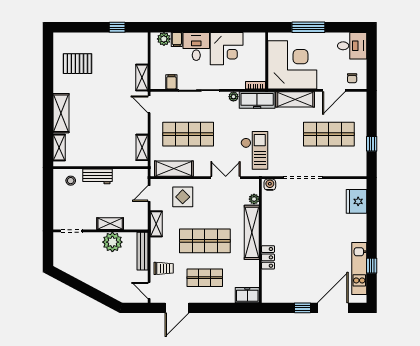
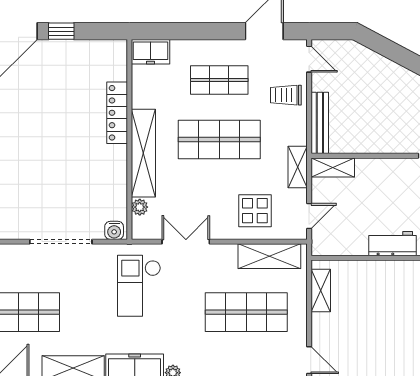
double door: (226, 178) -> (186, 242), swing flipped
shelving: (110, 224) -> (333, 168), moved
plant: (112, 242) -> (369, 138), removed
locker: (268, 257) -> (117, 113), width x1.53

